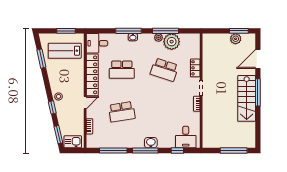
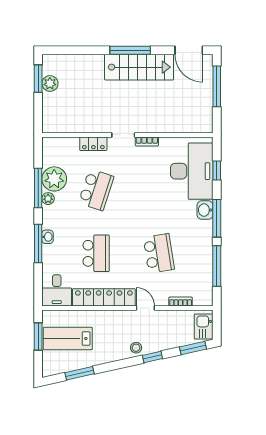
lab bench: (65, 51) -> (68, 338), turned 90
door: (258, 59) -> (189, 50), moved
desk: (186, 137) -> (192, 171), width x1.87, depth x1.30

